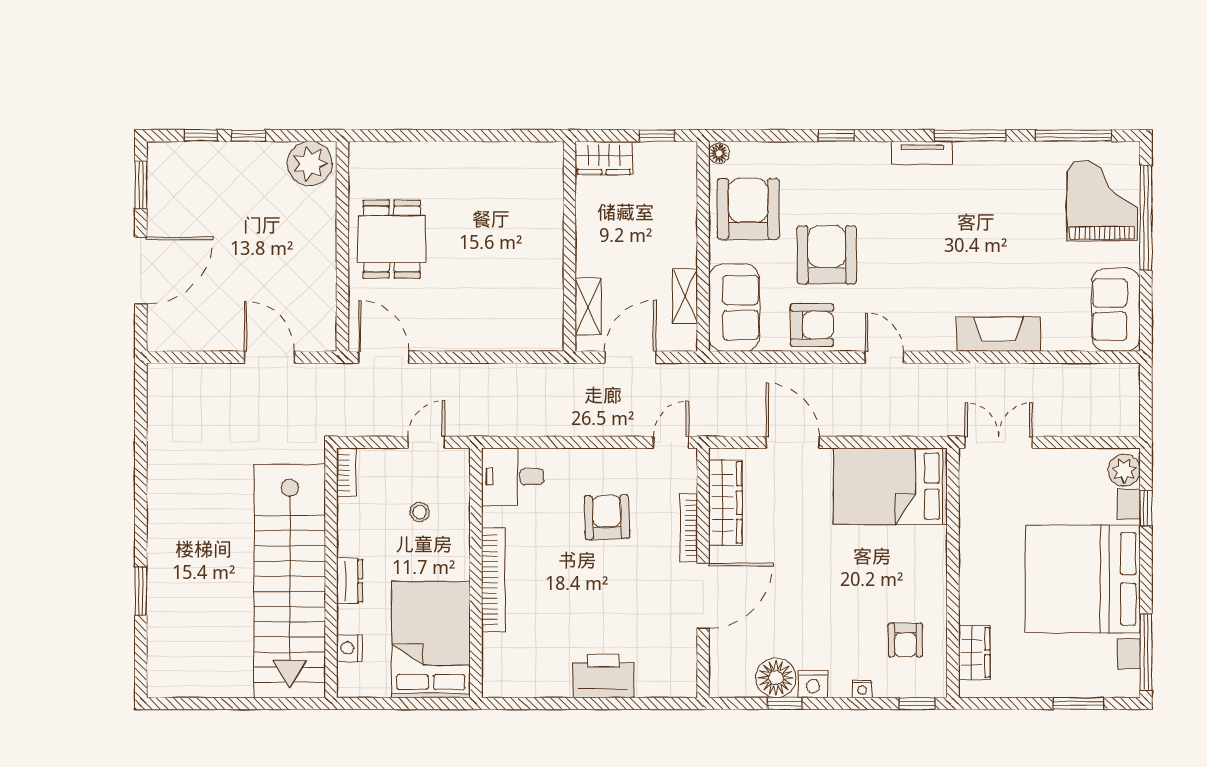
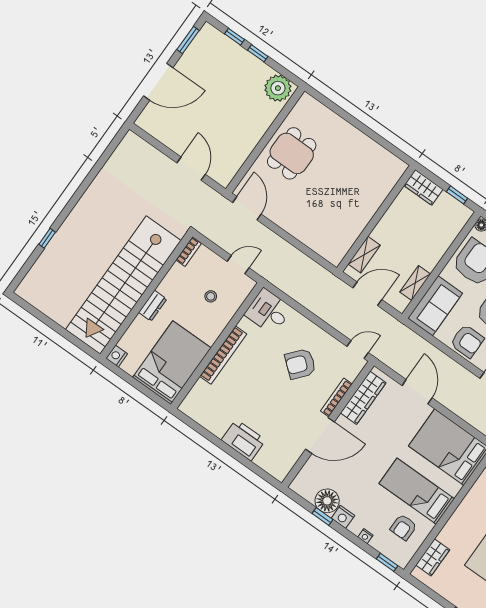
armchair: (607, 517) -> (300, 364), turned -138
bed: (888, 578) -> (417, 491), added
window: (141, 591) -> (47, 238), width x0.67
nightstand: (349, 648) -> (117, 356), moved

